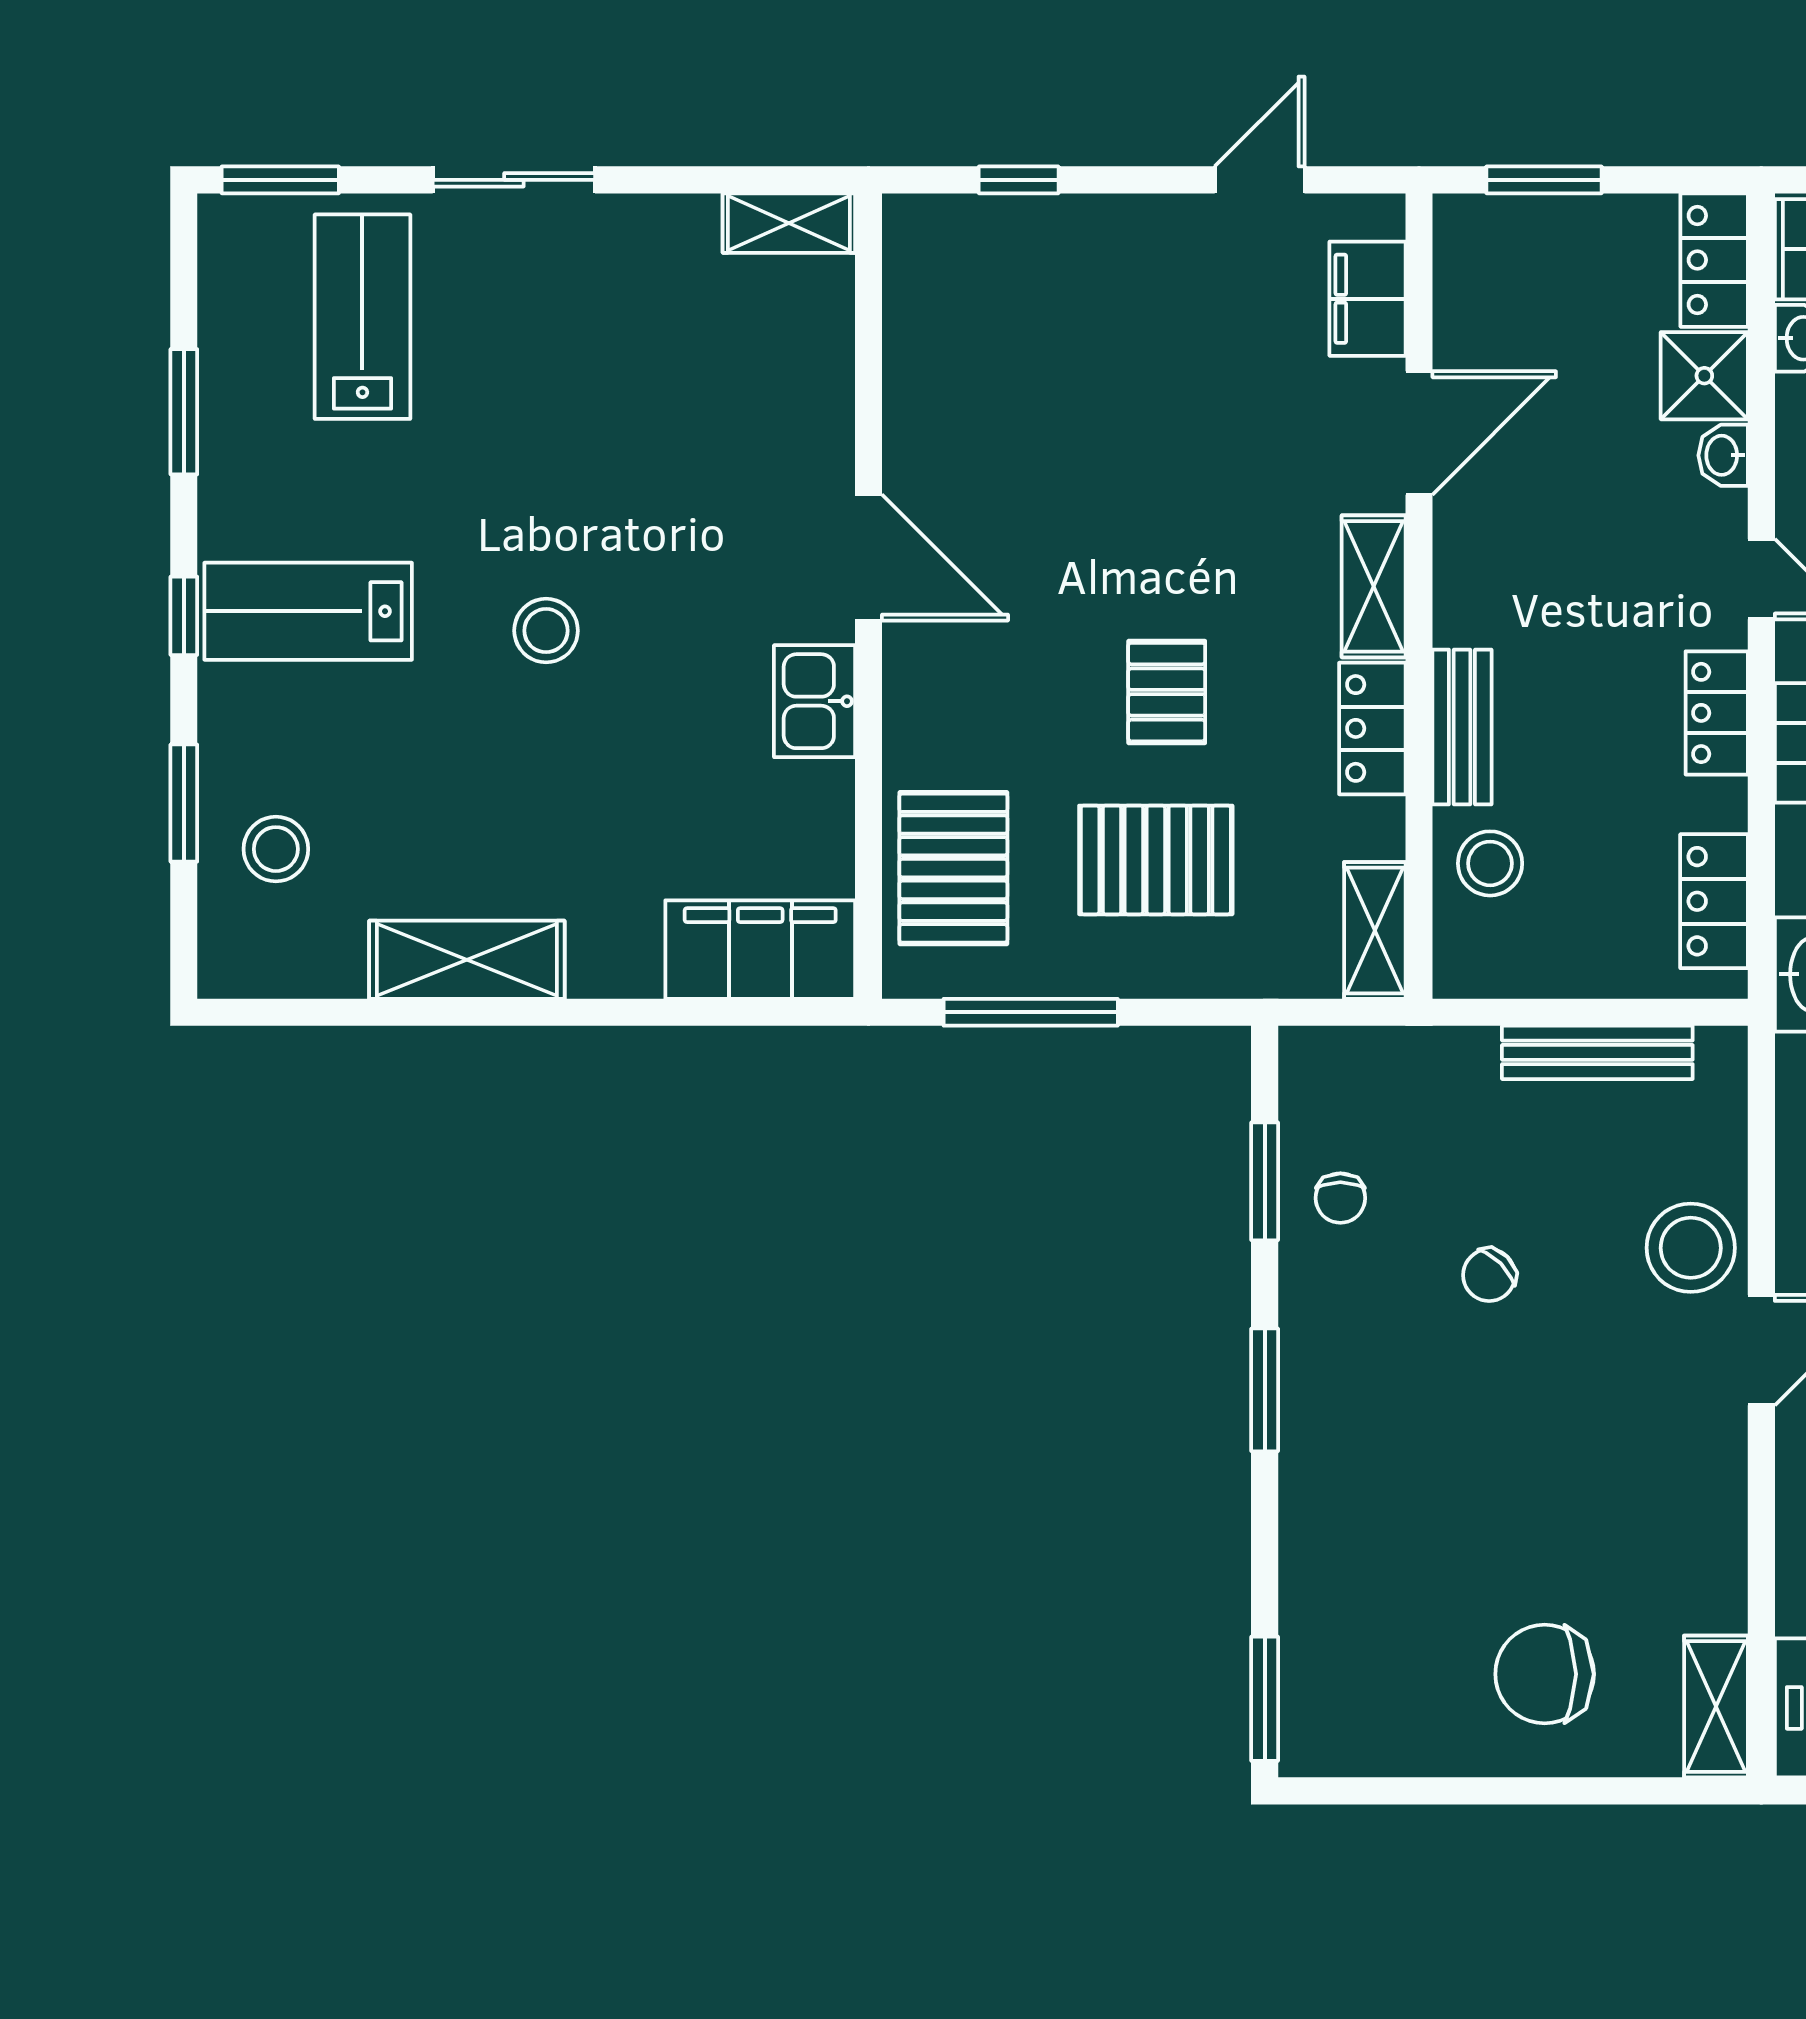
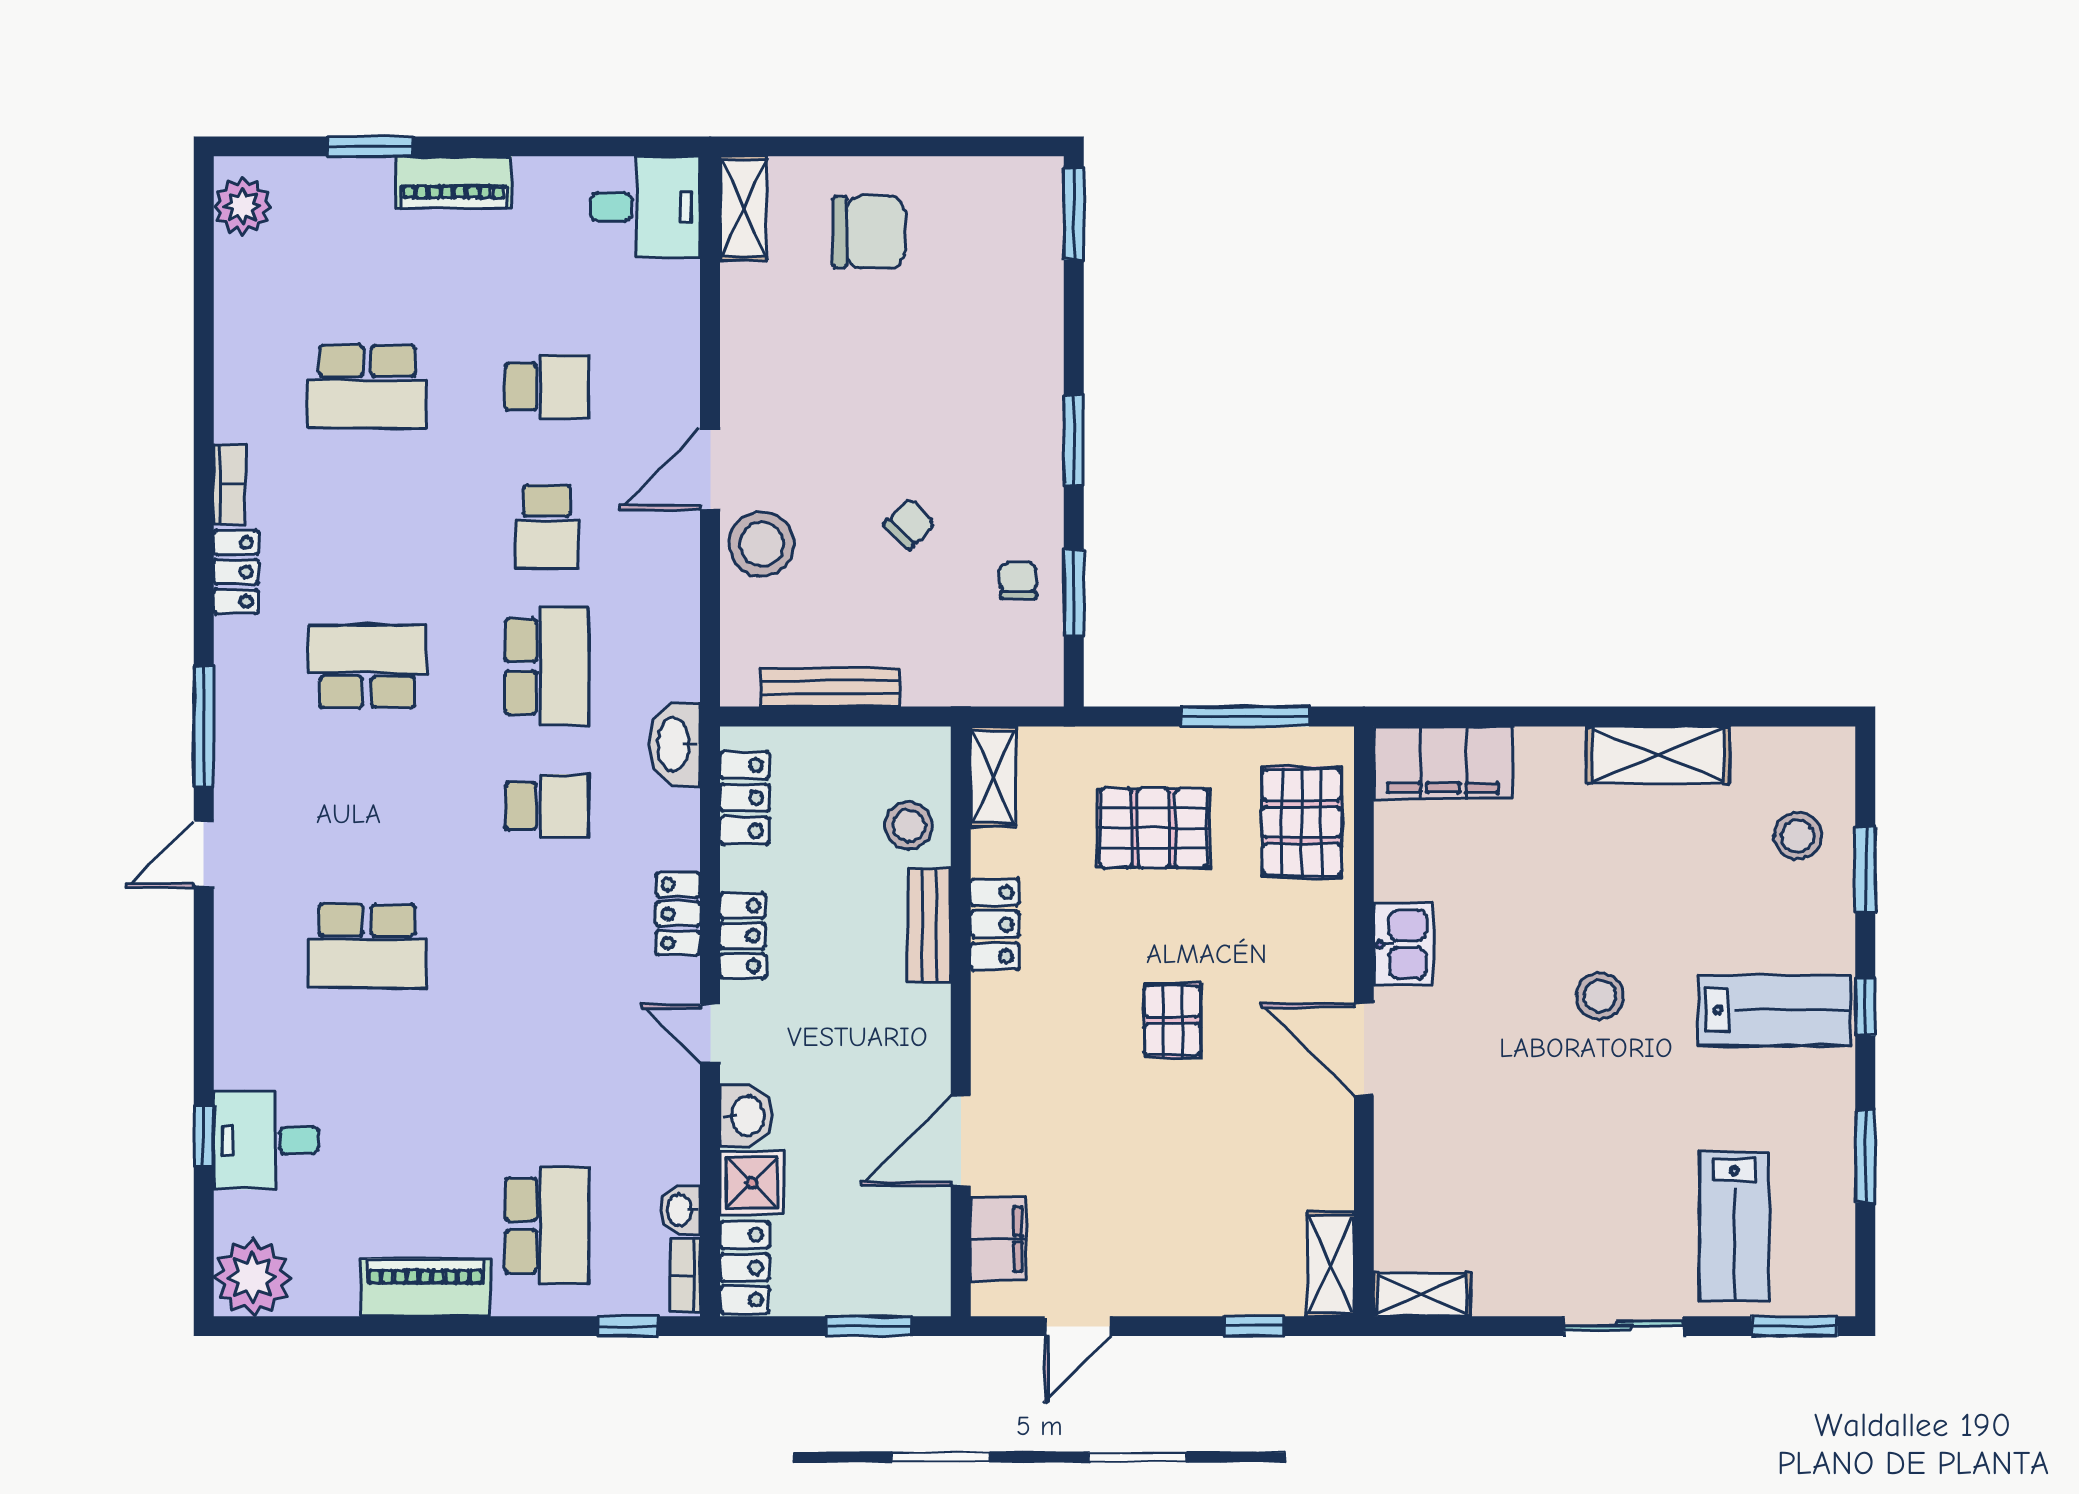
washbasin: (1723, 455) -> (746, 1116), width x1.38, depth x1.45
shelving: (1374, 586) -> (1331, 1264), moved
pallet: (1167, 692) -> (1172, 1020), moved

